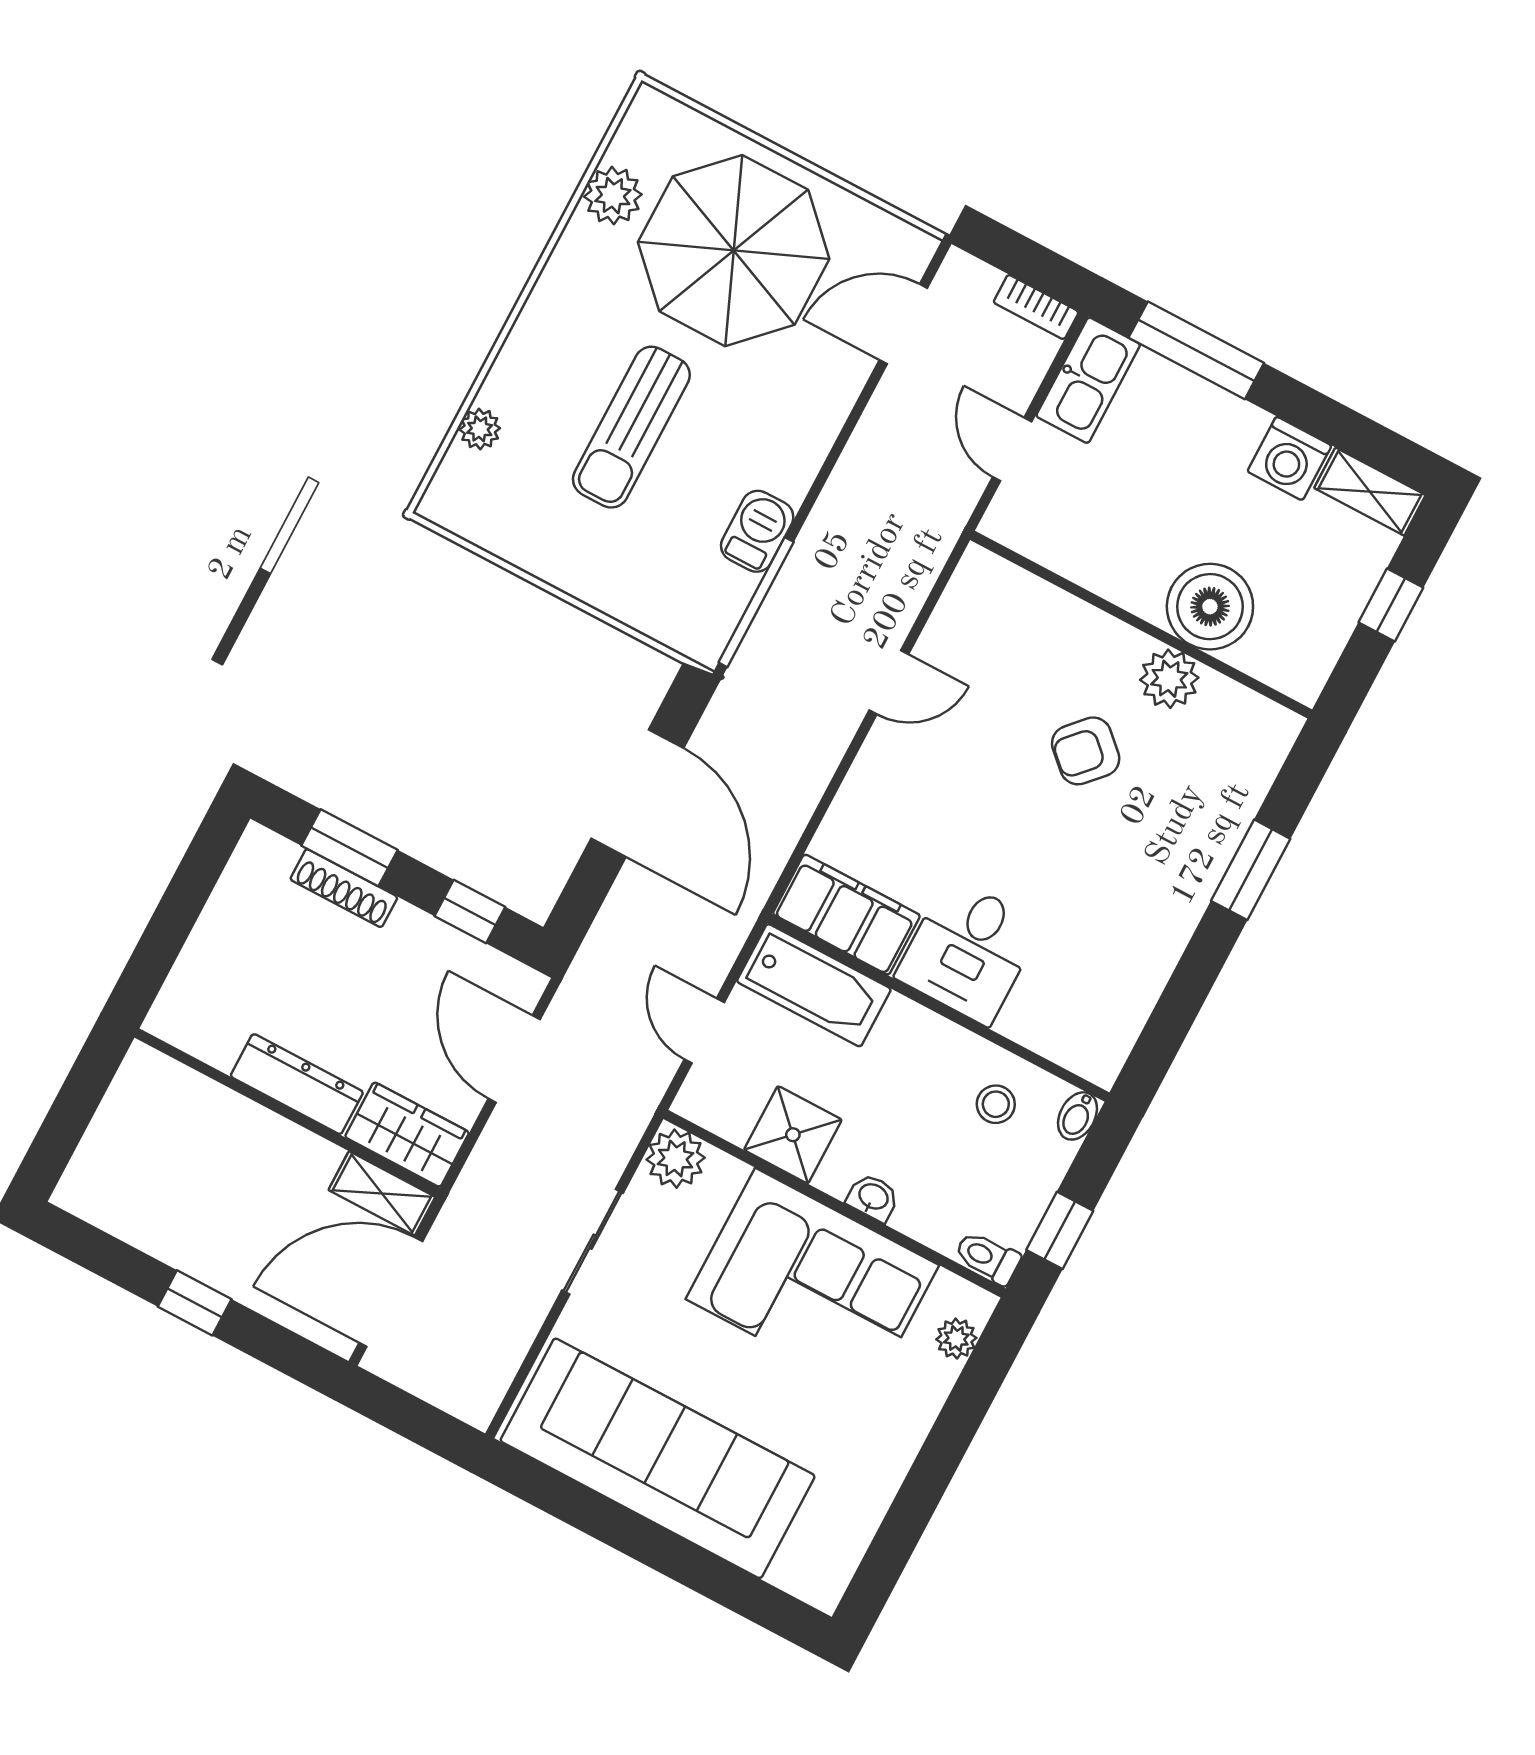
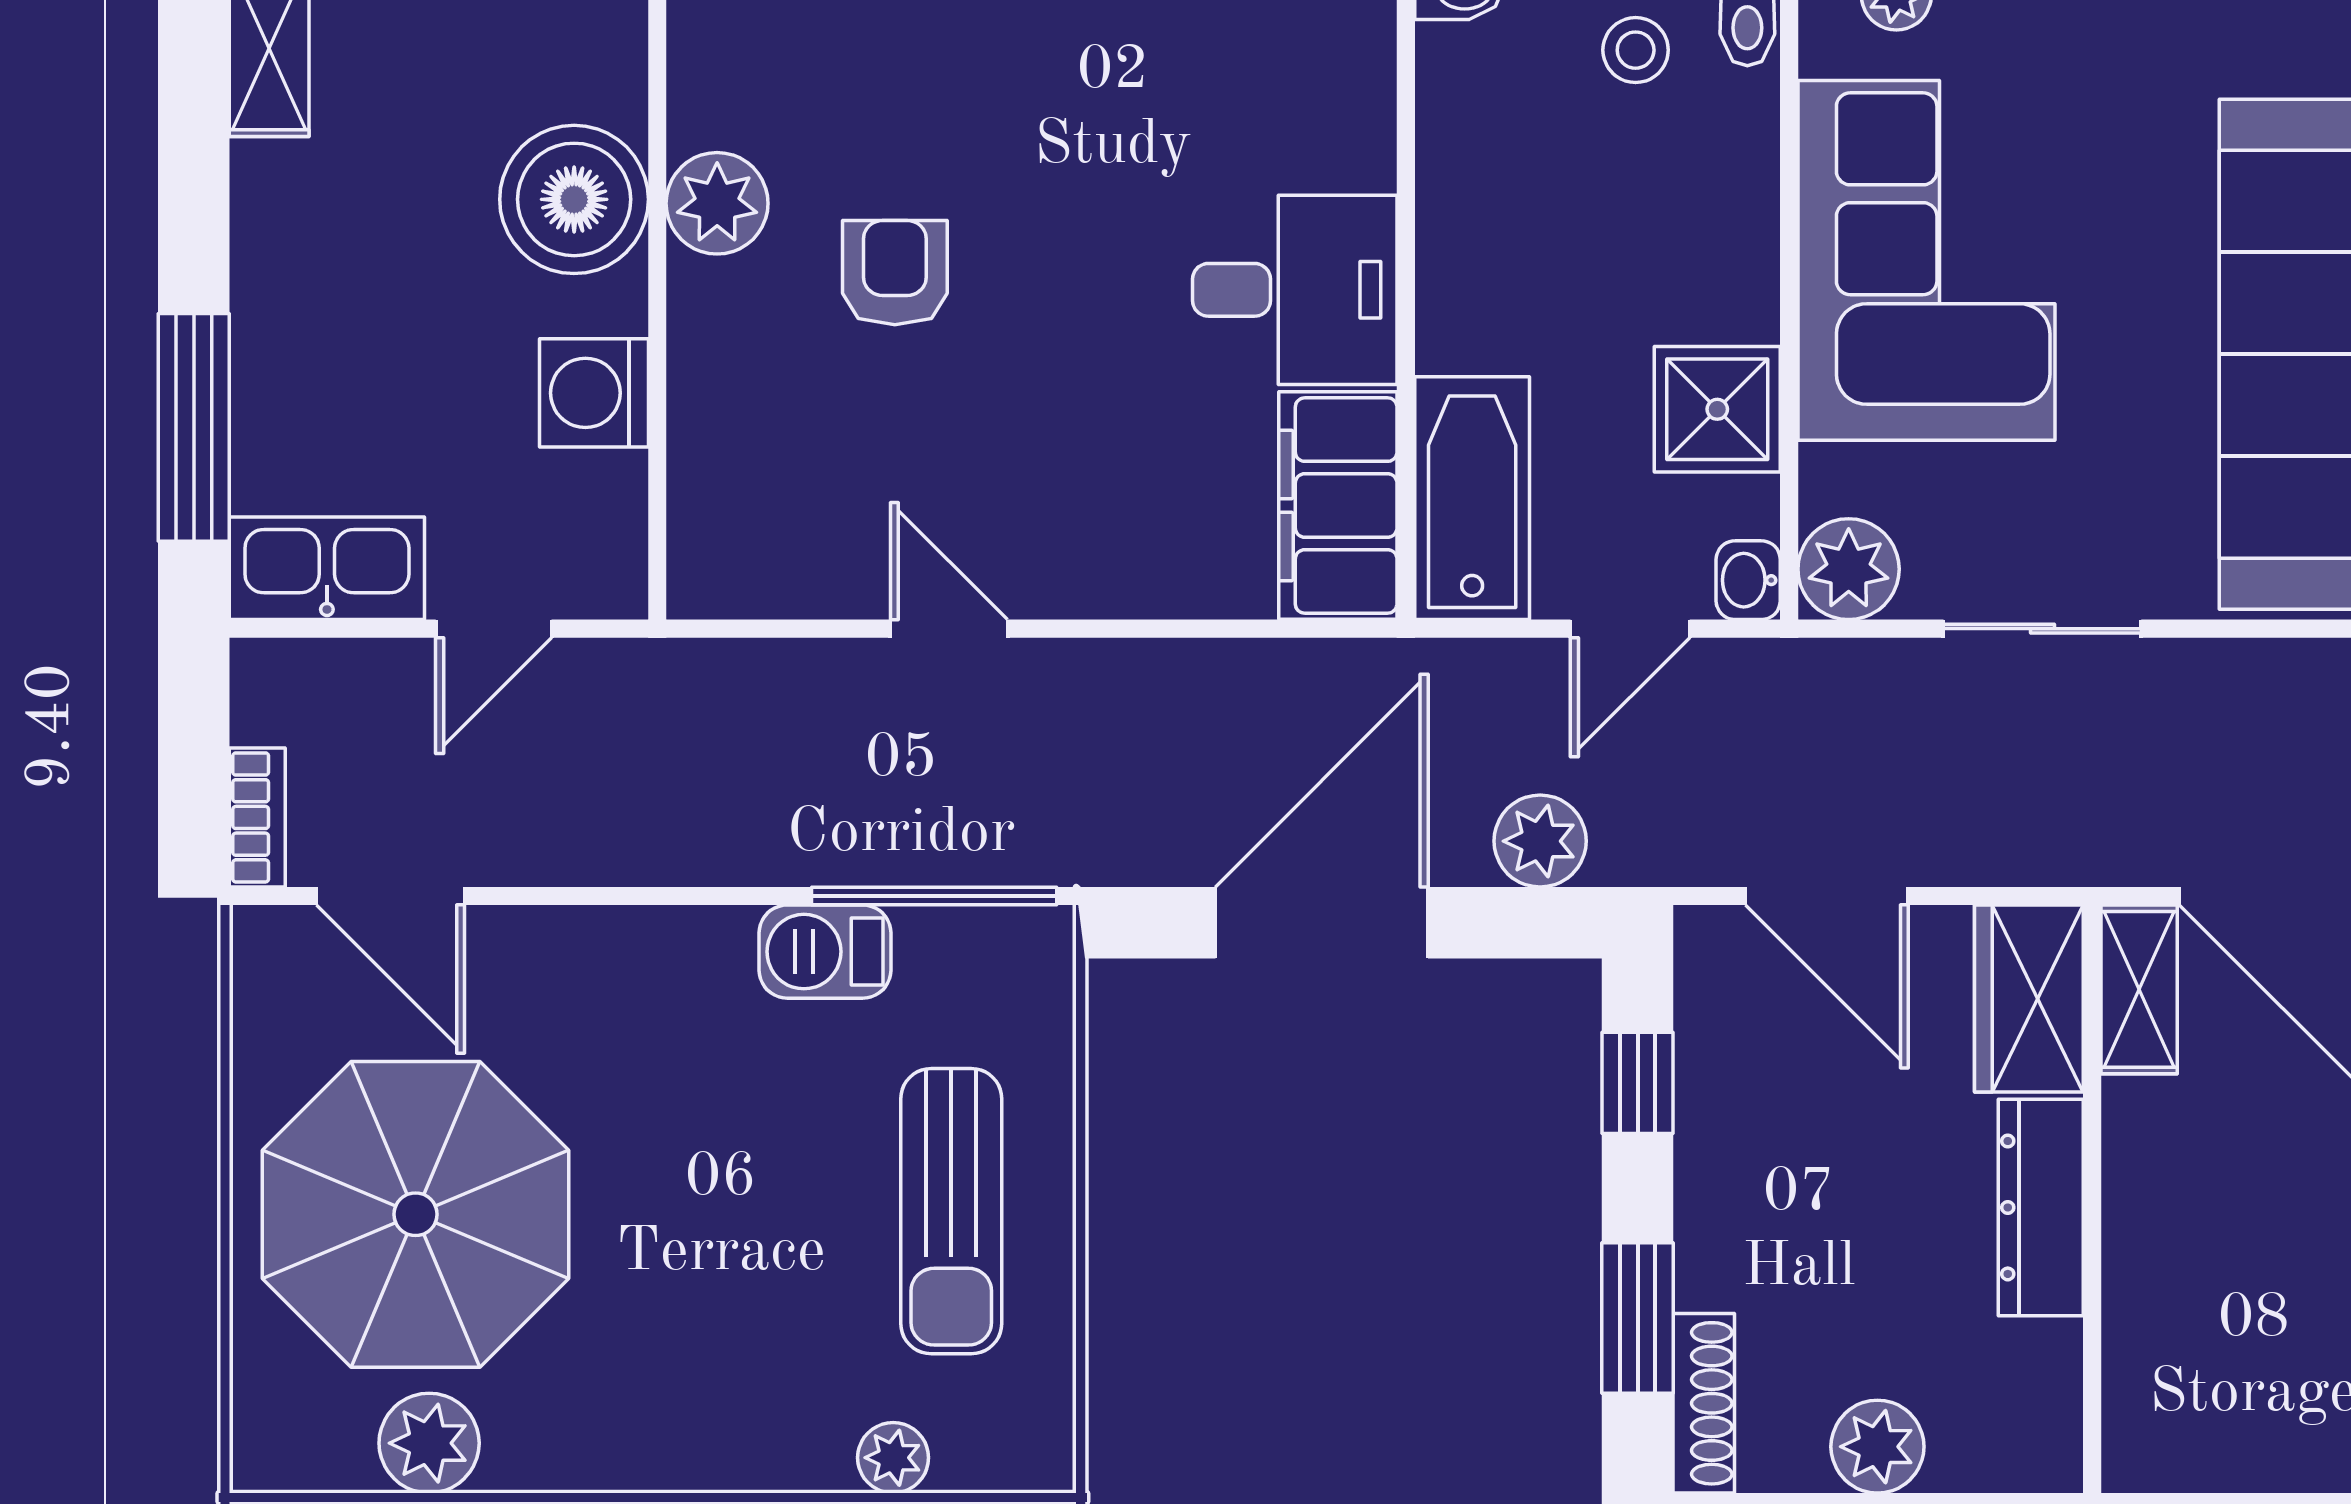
bookcase: (1036, 307) -> (257, 817), moved
sun lounger: (631, 427) -> (951, 1211), moved, turned 90
washing machine: (1289, 458) -> (594, 393), moved, turned 180
armchair: (1086, 751) -> (895, 273), turned -133
shoe rack: (344, 888) -> (1704, 1403), moved
plant: (620, 927) -> (1540, 841), added
plant: (219, 936) -> (1877, 1447), added
door: (514, 1059) -> (1827, 896), hinge flipped
stool: (996, 1104) -> (1636, 50), moved
washbasin: (873, 1197) -> (1748, 580), moved

